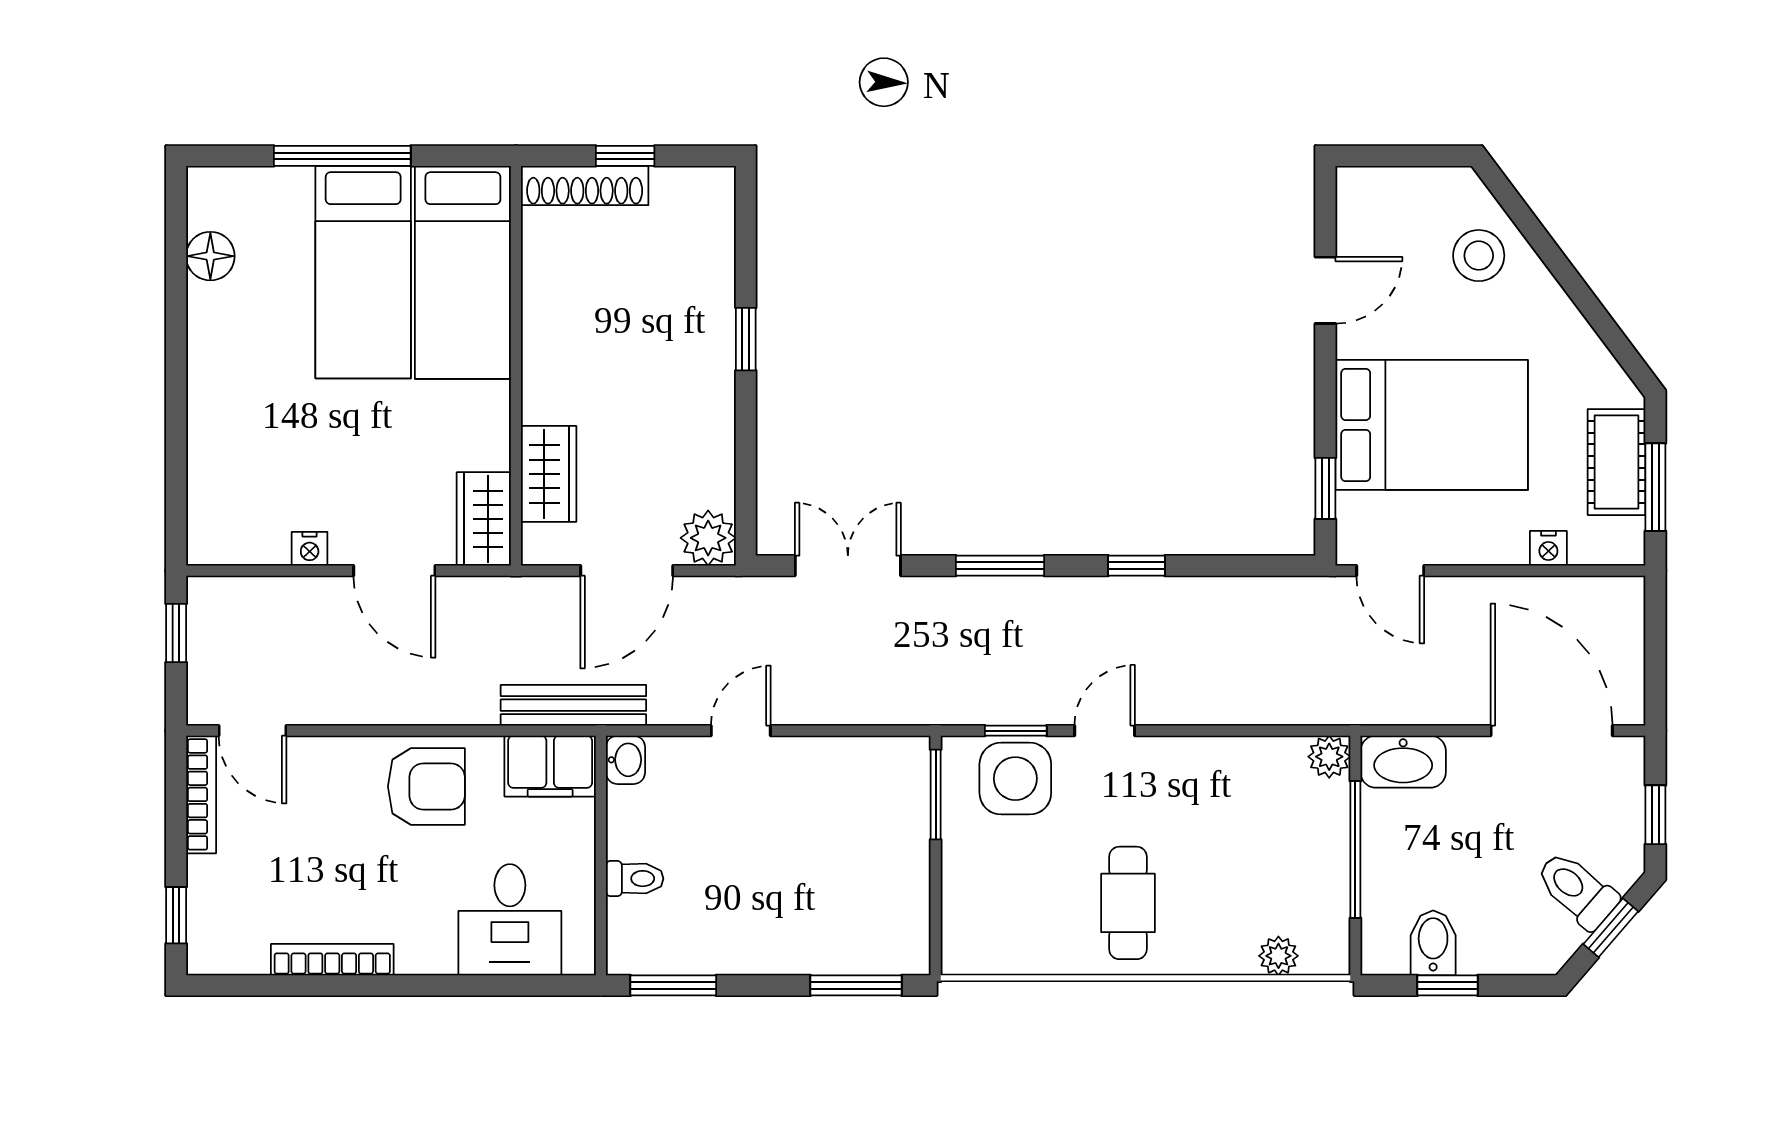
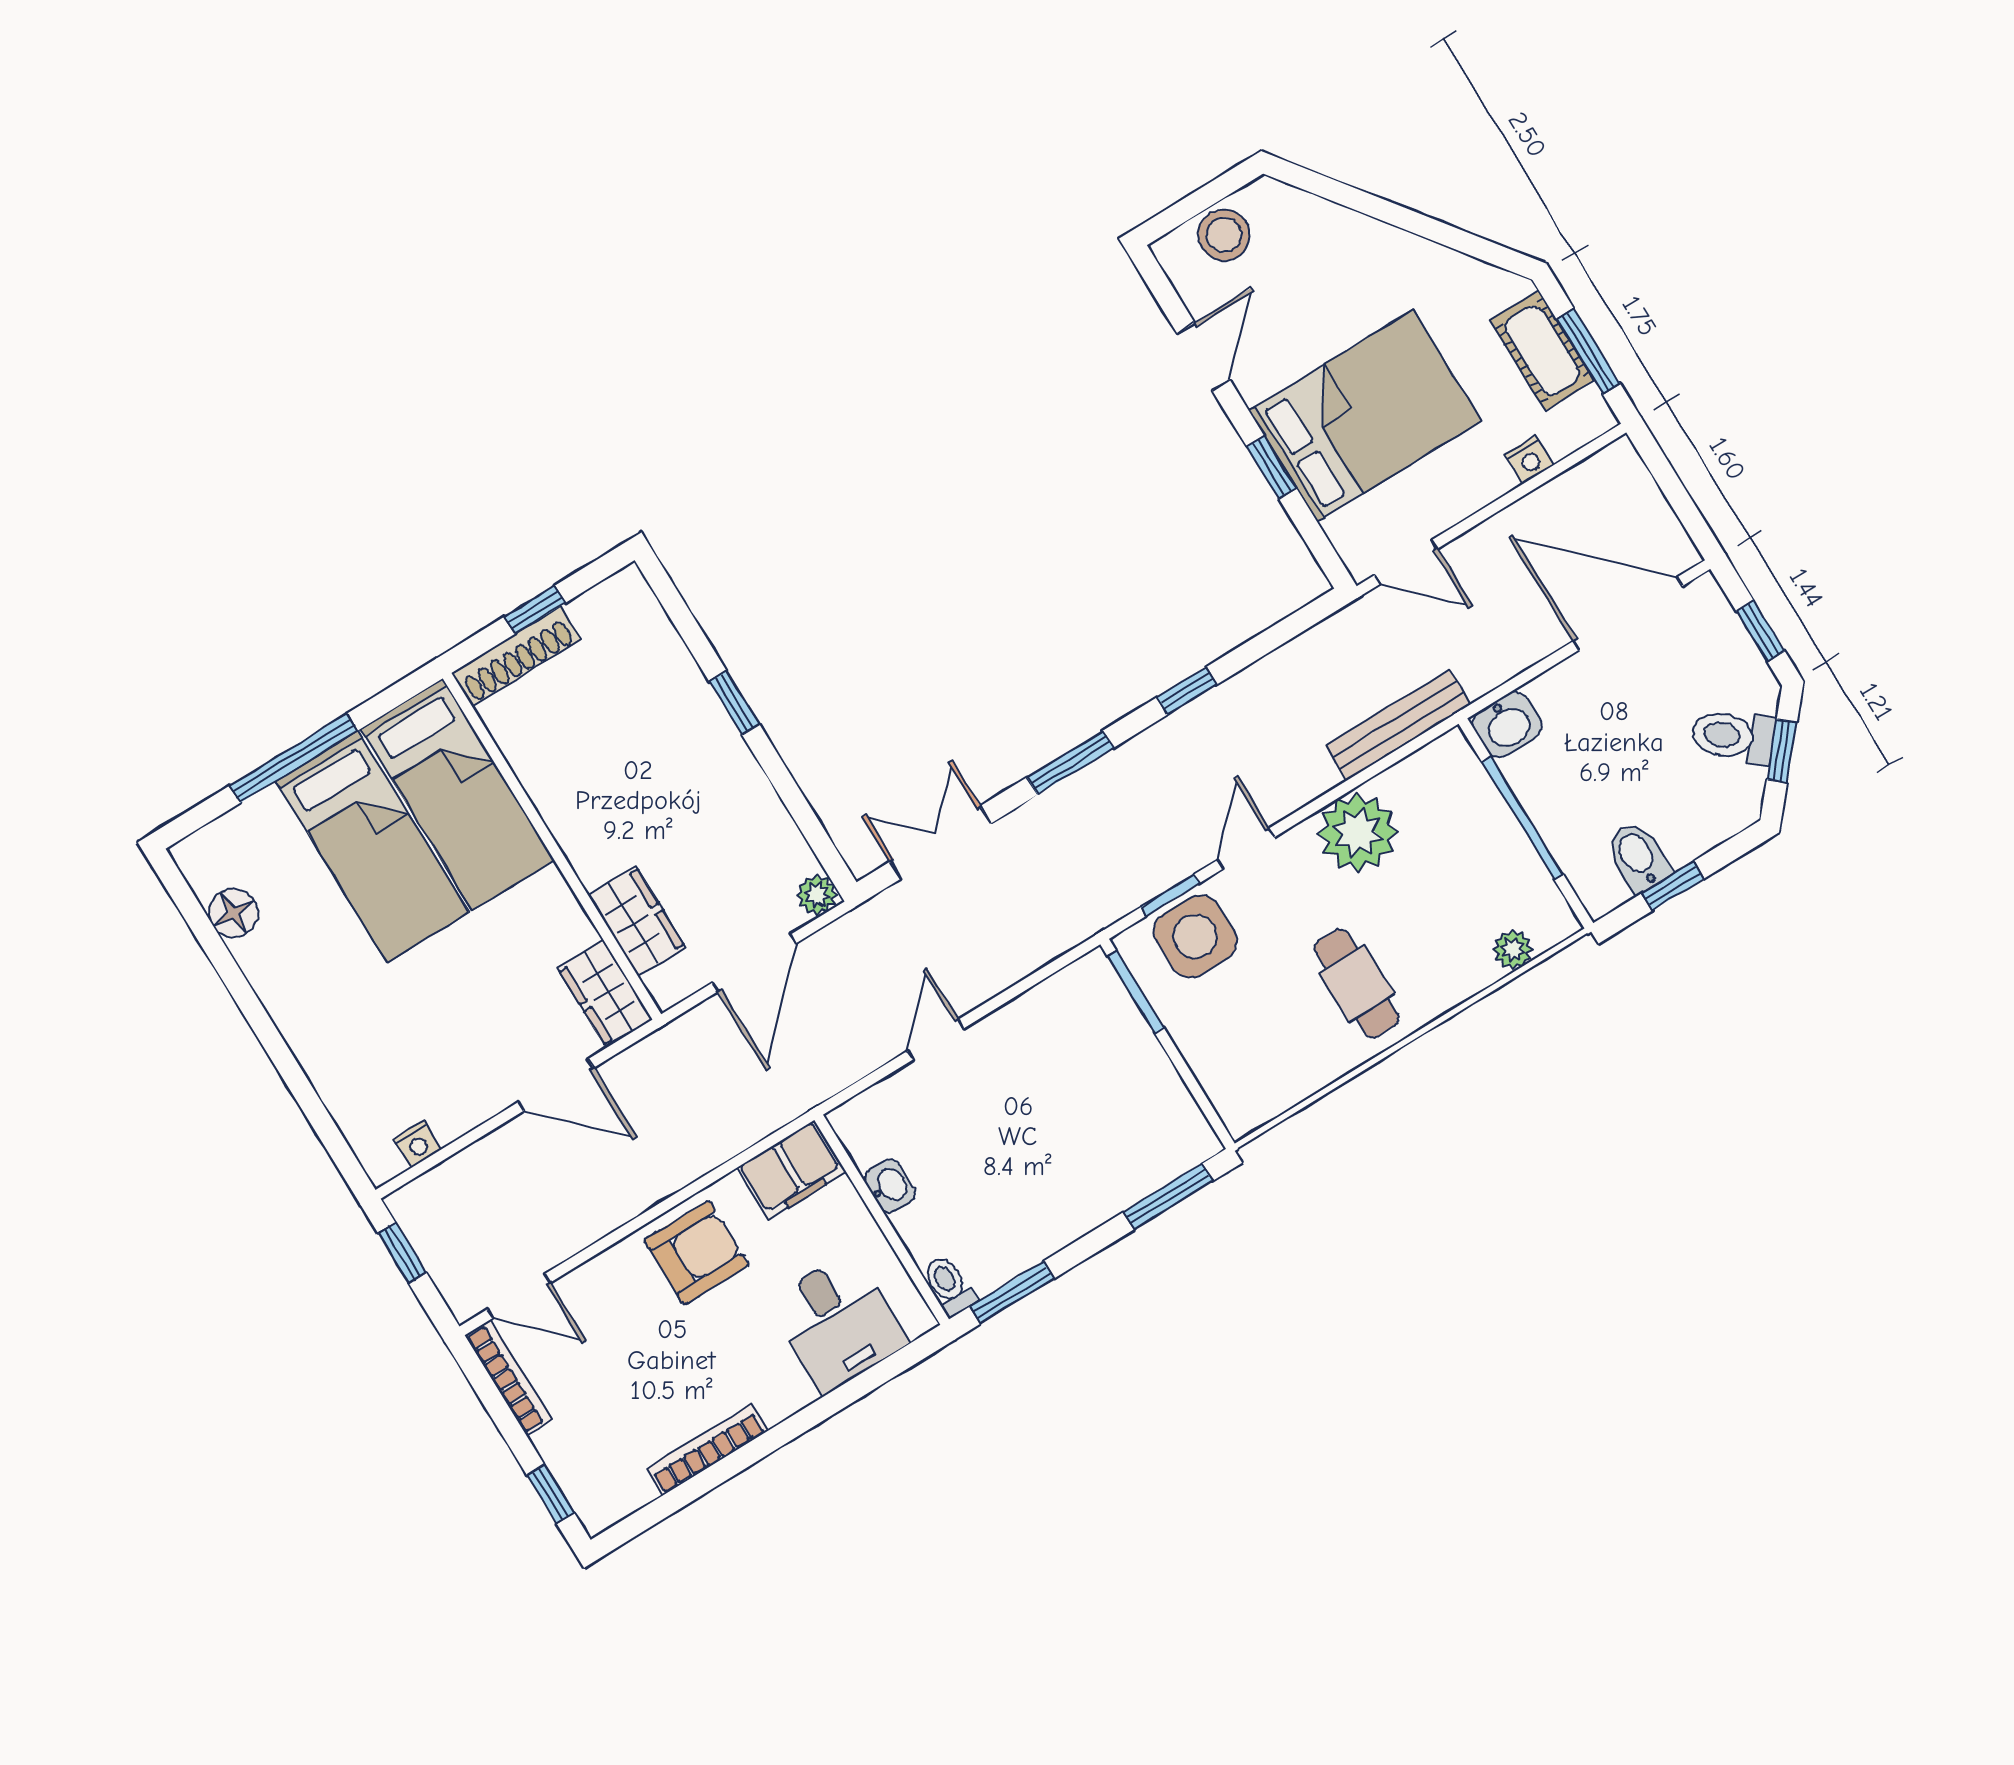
stool: (1479, 256) -> (1224, 235), moved
window: (1325, 488) -> (1272, 467), moved
plant: (708, 538) -> (817, 895), width x0.73, depth x0.73
nightstand: (310, 549) -> (417, 1144), moved
bench: (573, 705) -> (1398, 725), moved
plant: (1329, 757) -> (1358, 833), moved, width x1.88, depth x1.88
washbasin: (625, 760) -> (890, 1186), moved
washbasin: (1403, 762) -> (1507, 724), width x0.72
toilet: (635, 879) -> (949, 1286), moved, turned -90

